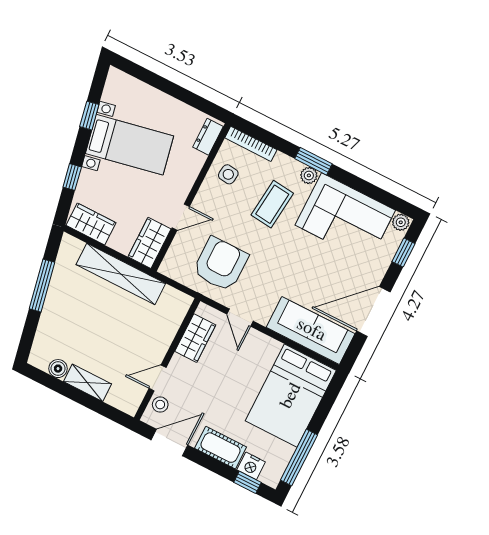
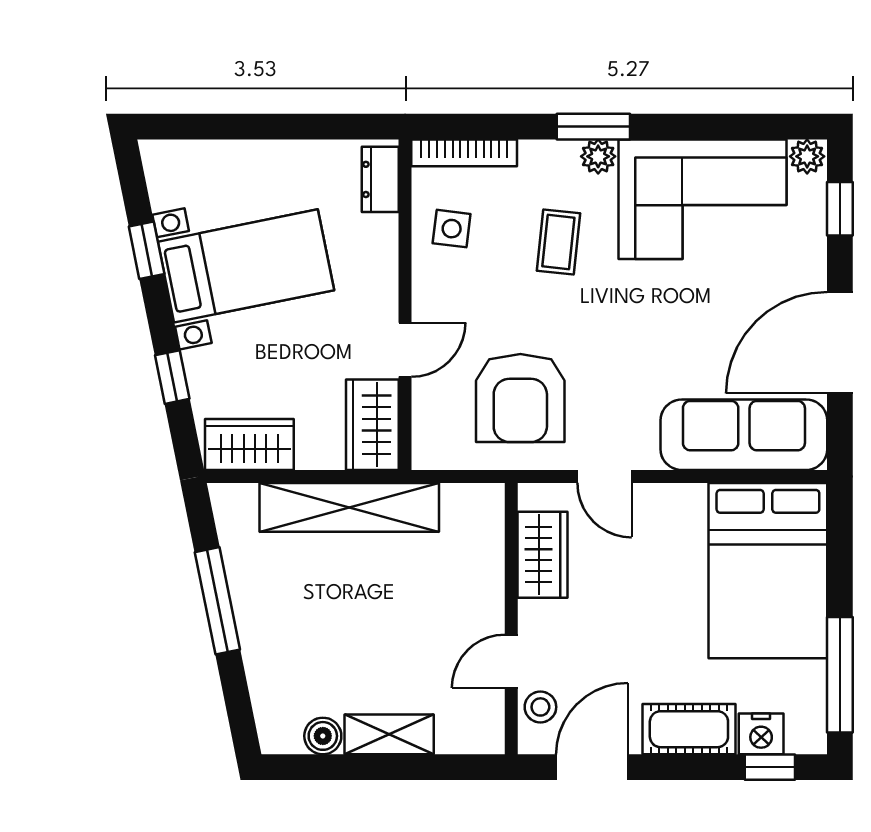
coffee table: (272, 204) -> (558, 242), width x0.73, depth x0.77
armchair: (221, 264) -> (520, 398), turned 180

